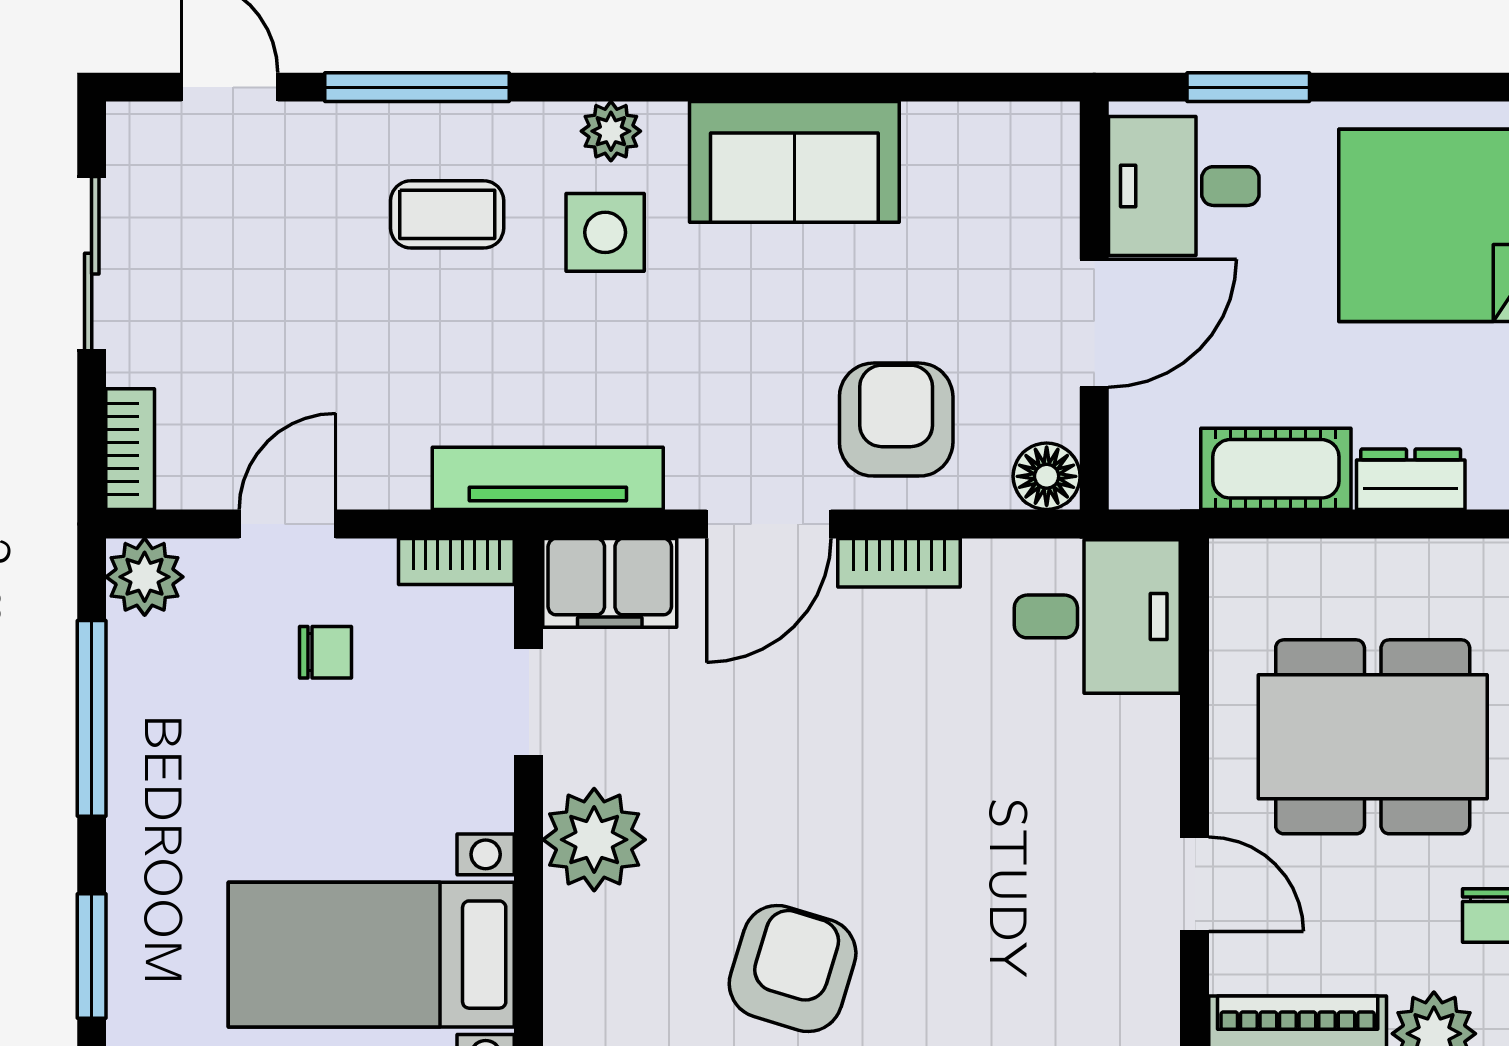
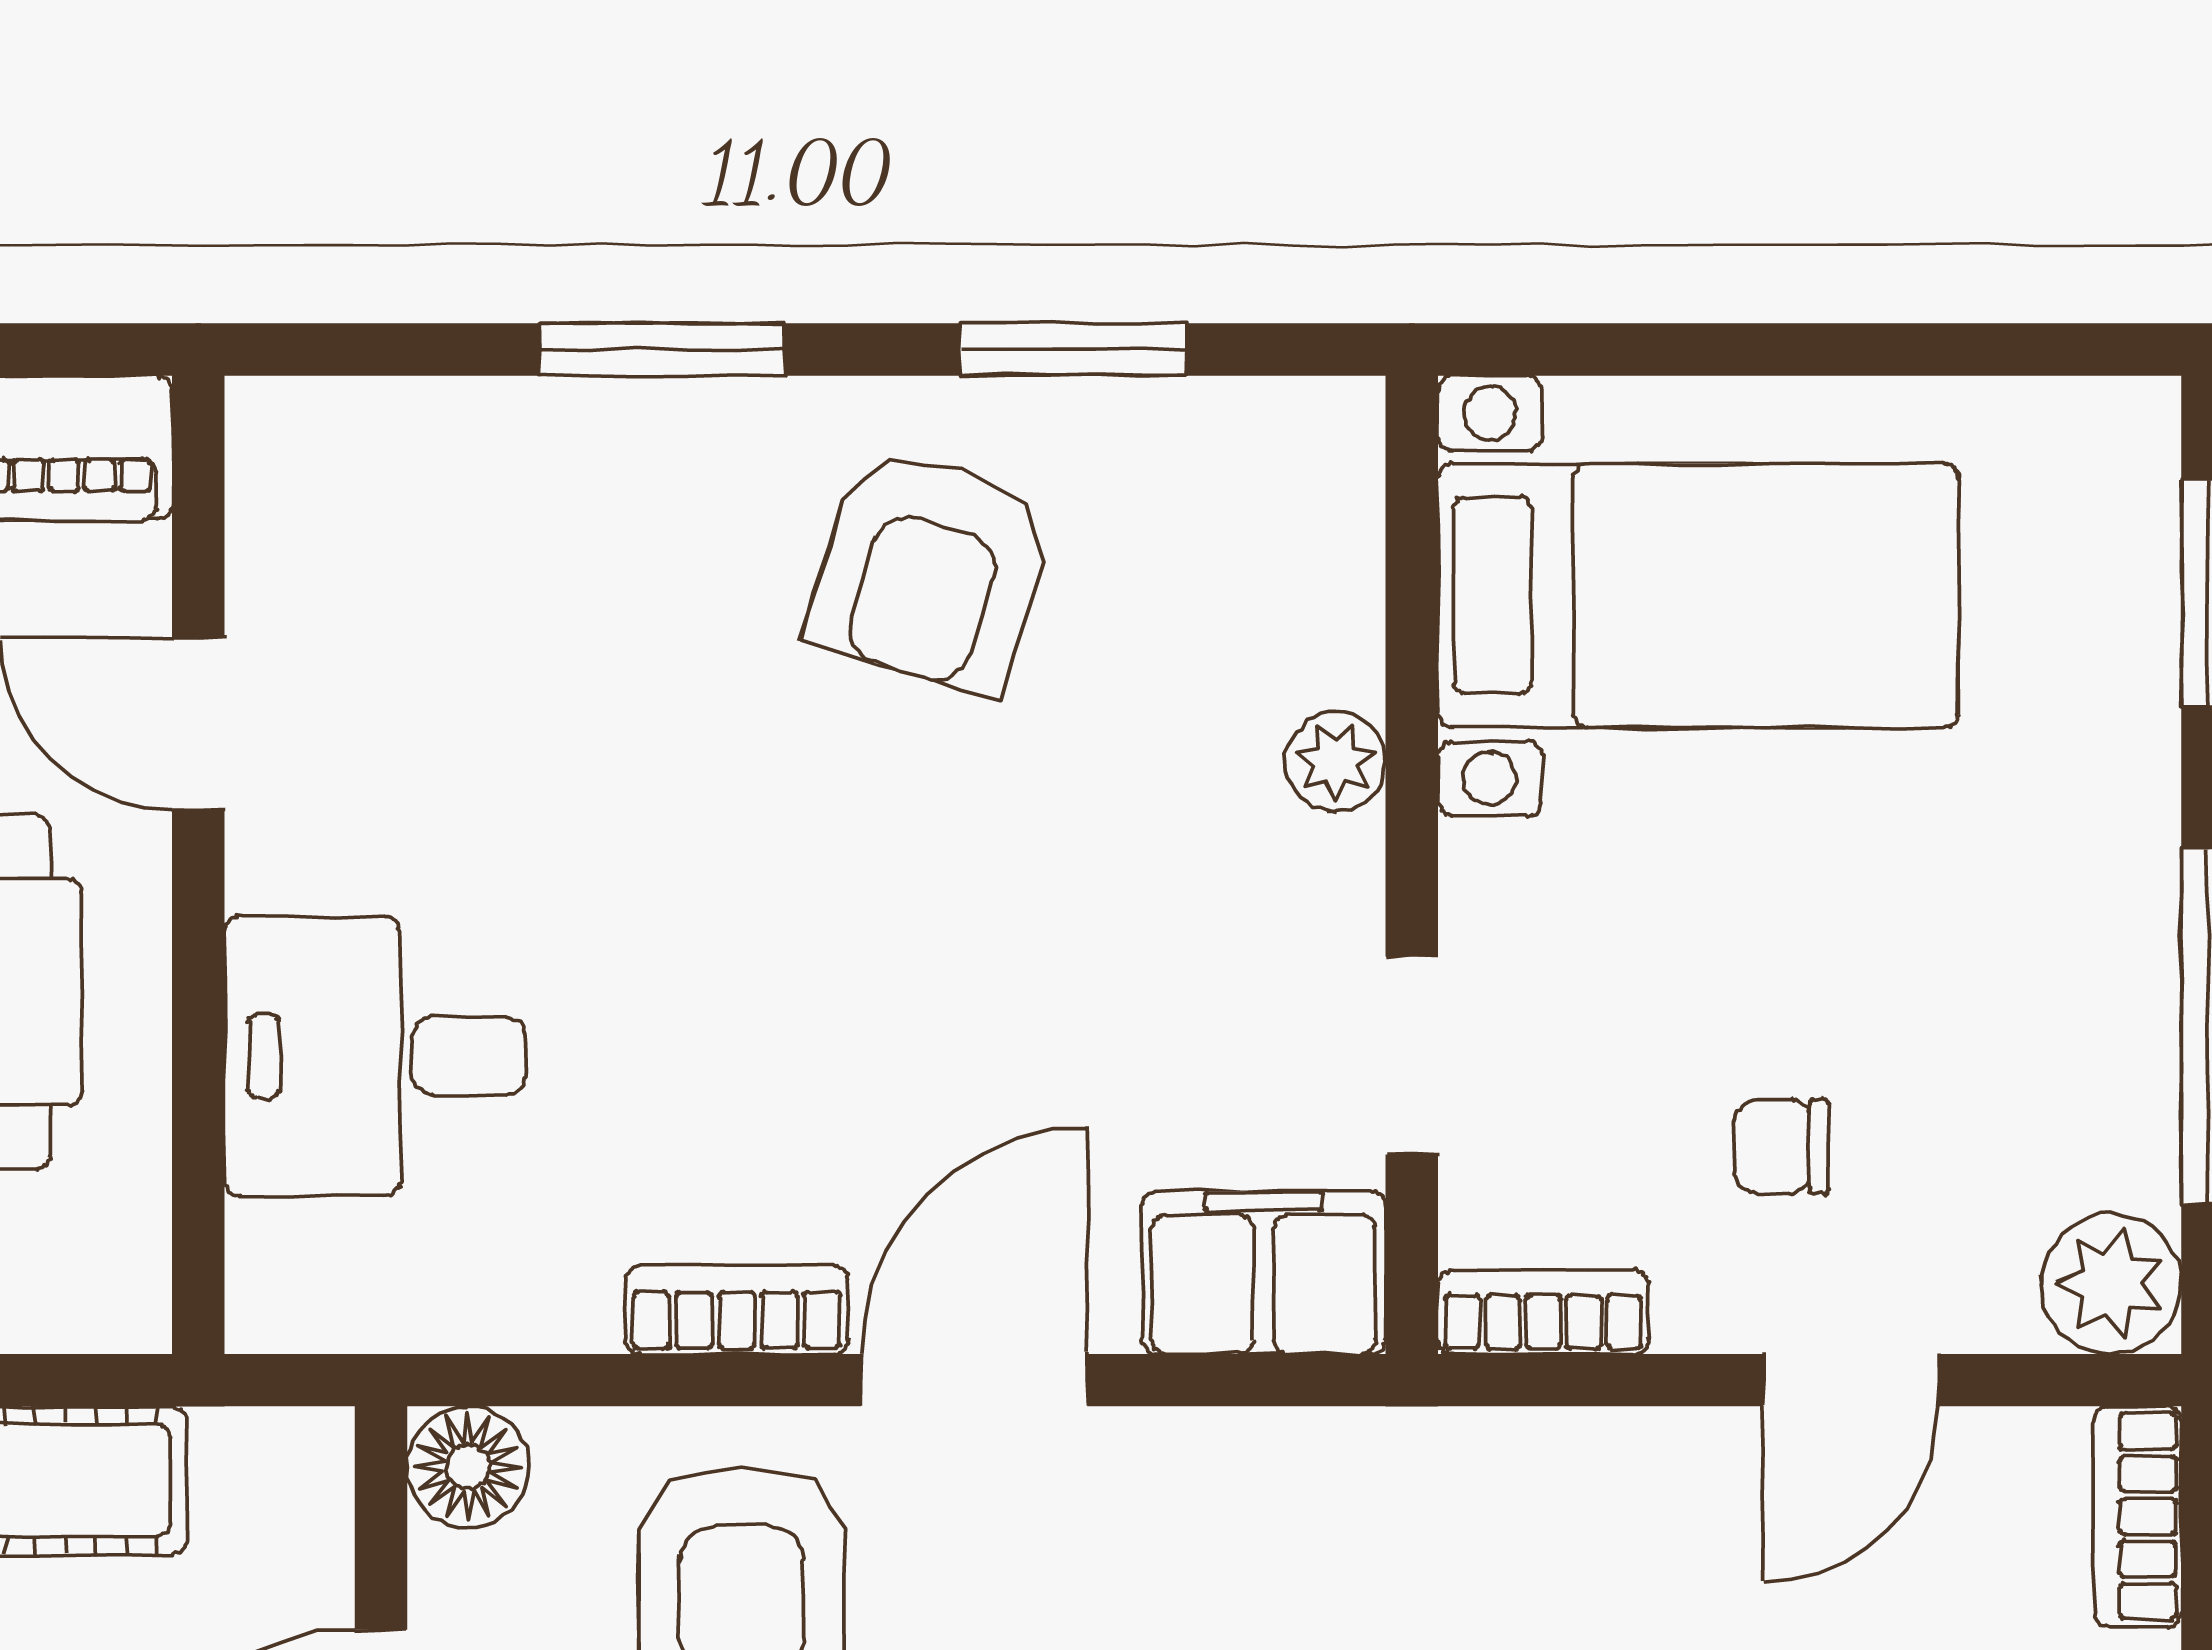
tv unit: (548, 478) -> (1376, 1463), removed
desk: (1097, 616) -> (375, 1056), moved
plant: (594, 840) -> (1336, 762), width x0.53, depth x0.53

